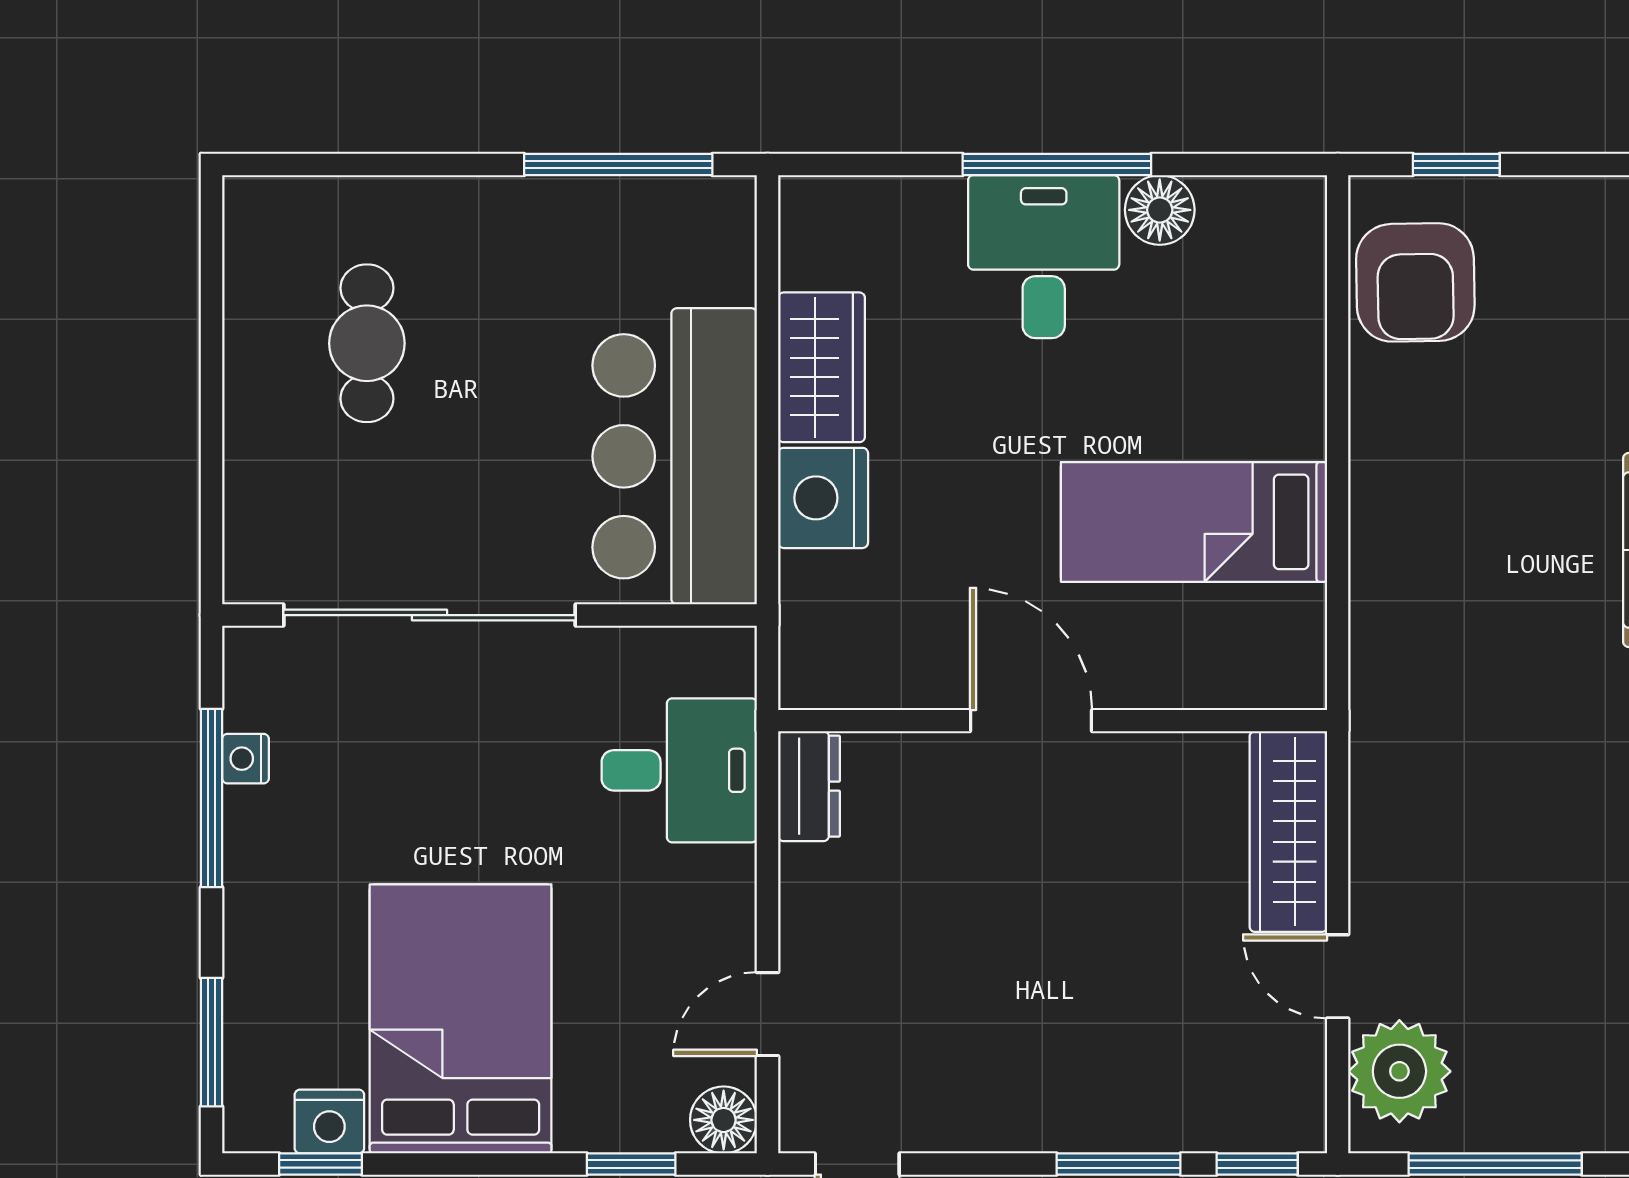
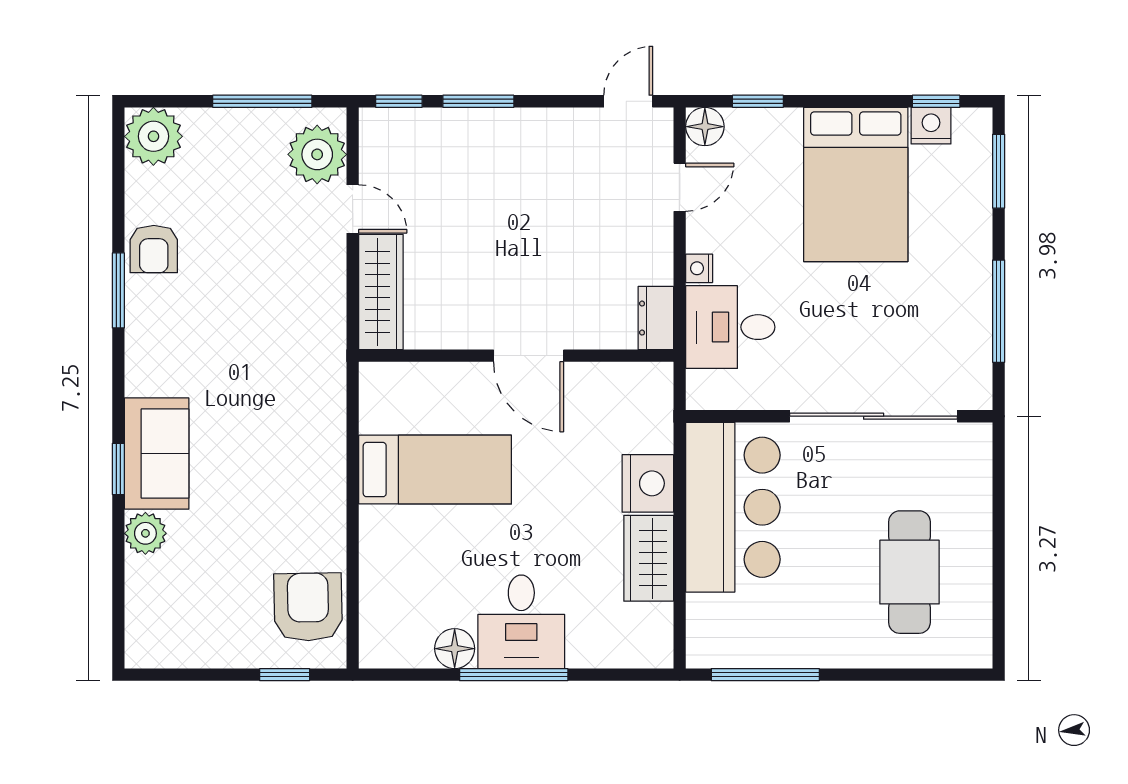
cafe table: (367, 343) -> (909, 572), width x1.37, depth x1.35
nightstand: (245, 759) -> (699, 268), moved, turned 180

